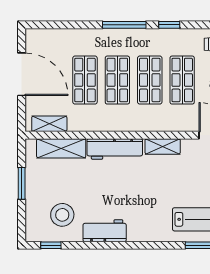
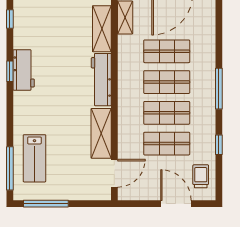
window: (169, 25) -> (219, 145), moved
shelving: (163, 146) -> (101, 133), width x1.50, depth x1.33
stool: (62, 215) -> (39, 30), removed
window: (106, 245) -> (10, 71), added

